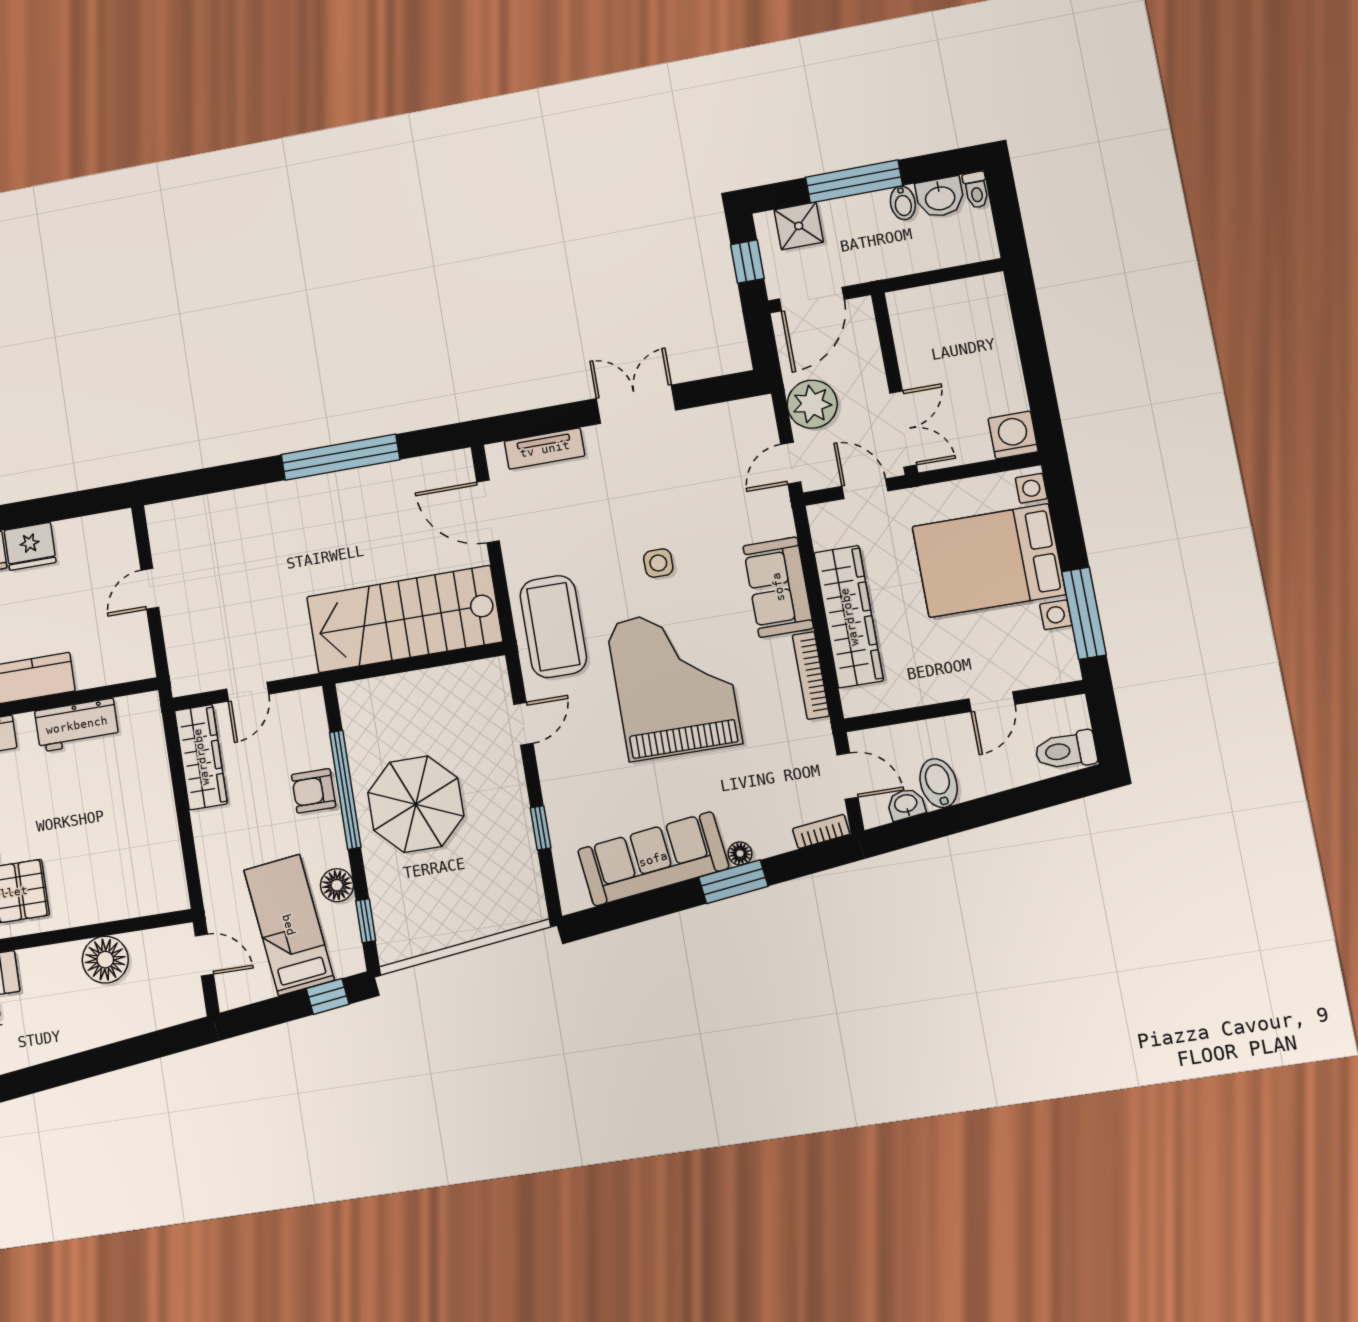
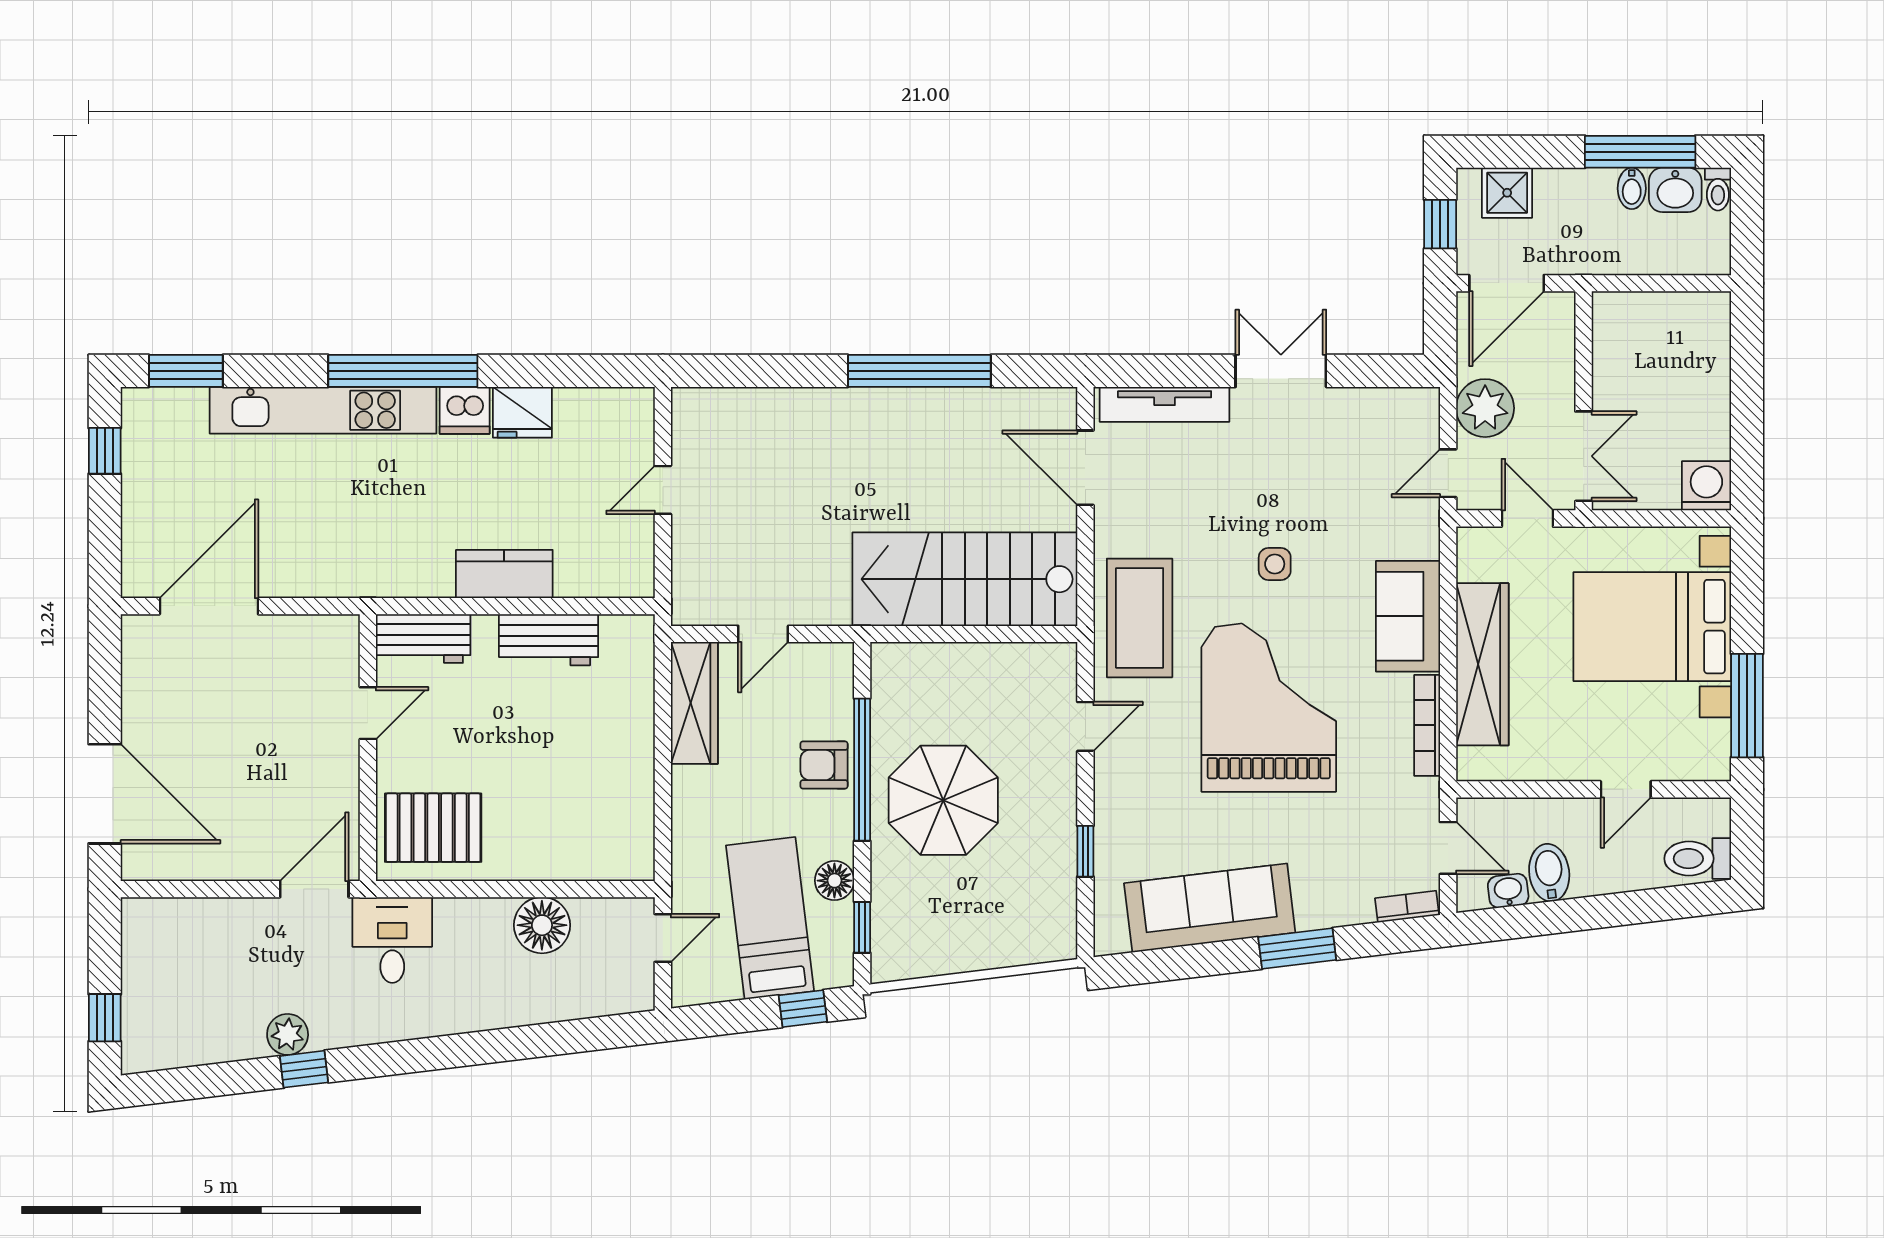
window: (854, 181) -> (1640, 152), moved
tv unit: (545, 449) -> (1165, 404), width x1.41
floor lamp: (740, 853) -> (1310, 917), removed
door: (204, 955) -> (663, 938), hinge flipped

